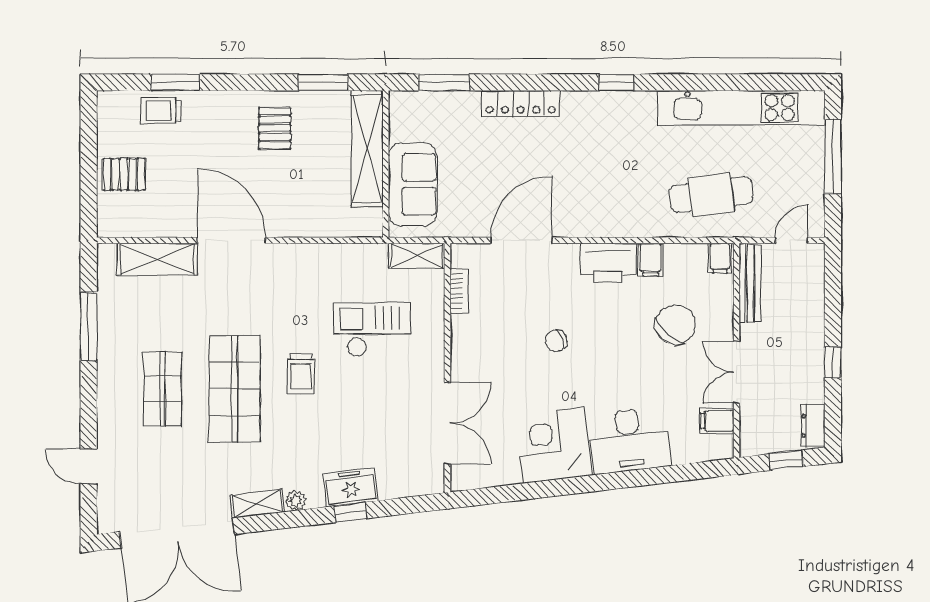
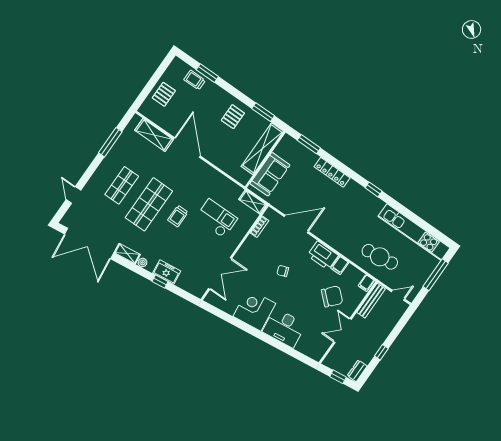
pallet: (124, 174) -> (164, 94), turned 90
filing cabinet: (717, 421) -> (322, 344), removed

